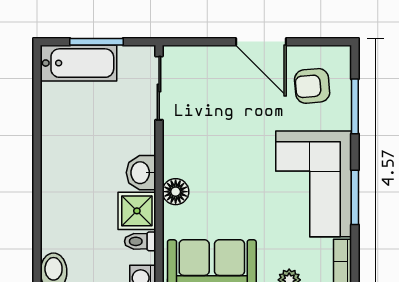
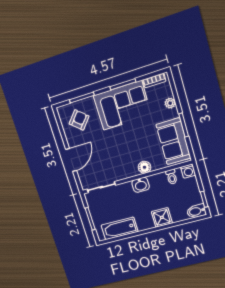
door: (261, 42) -> (71, 160), moved
bathtub: (78, 63) -> (120, 228), moved, turned -90
armchair: (312, 86) -> (79, 120), turned -134
shower: (137, 211) -> (162, 217), moved

